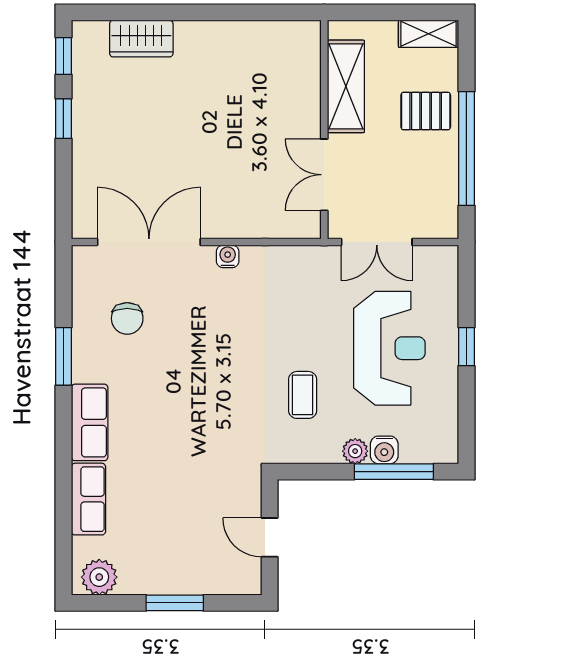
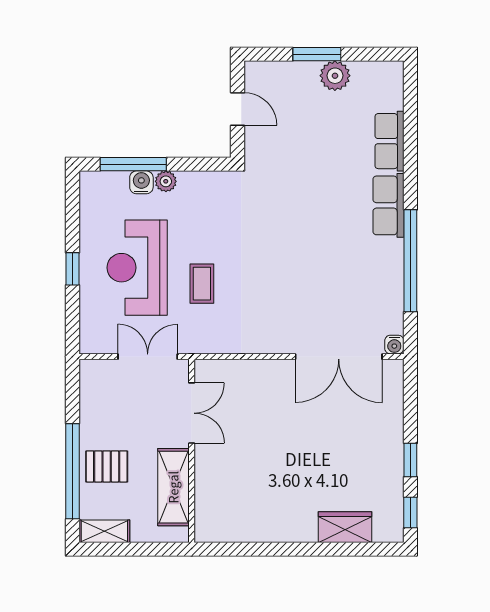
window: (466, 149) -> (72, 471), moved
water cooler: (228, 256) -> (394, 345), moved
chair: (127, 318) -> (357, 293), removed
window: (63, 356) -> (410, 261), width x2.11
coffee table: (303, 395) -> (202, 284), moved
plant: (99, 577) -> (335, 76), moved

